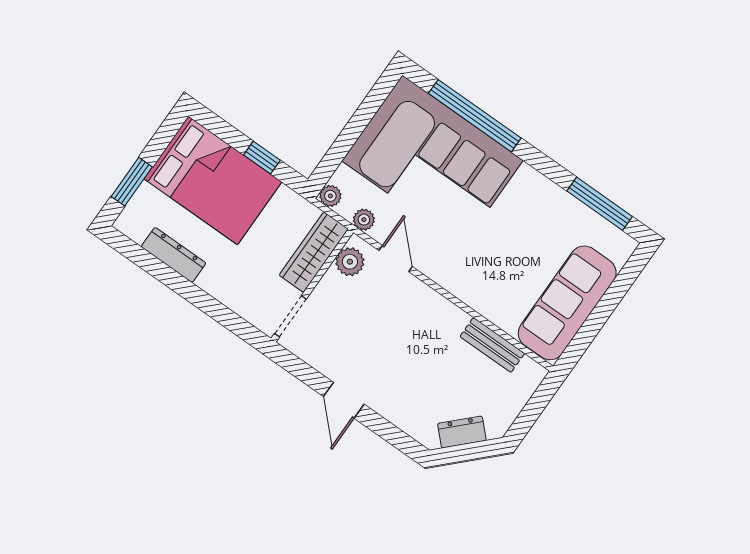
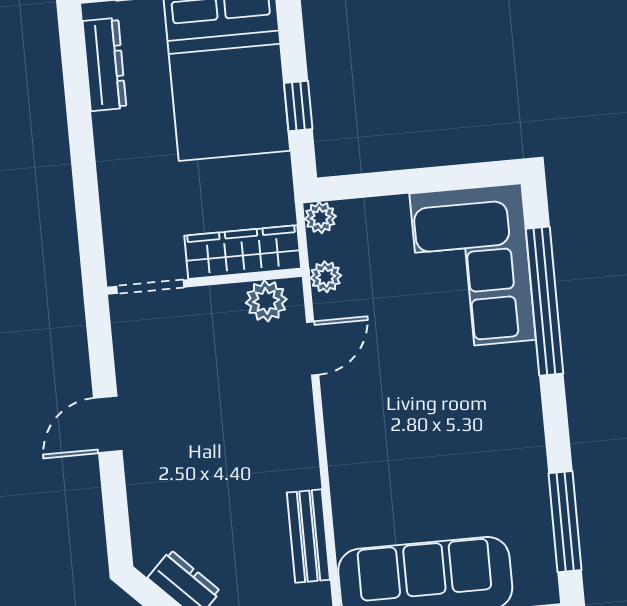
corner sofa: (432, 161) -> (473, 267), width x0.73, depth x0.74
dresser: (174, 255) -> (104, 65), moved

